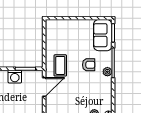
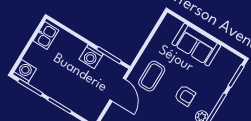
sofa: (103, 35) -> (196, 45), moved, turned -90
door: (44, 87) -> (118, 90), hinge flipped

